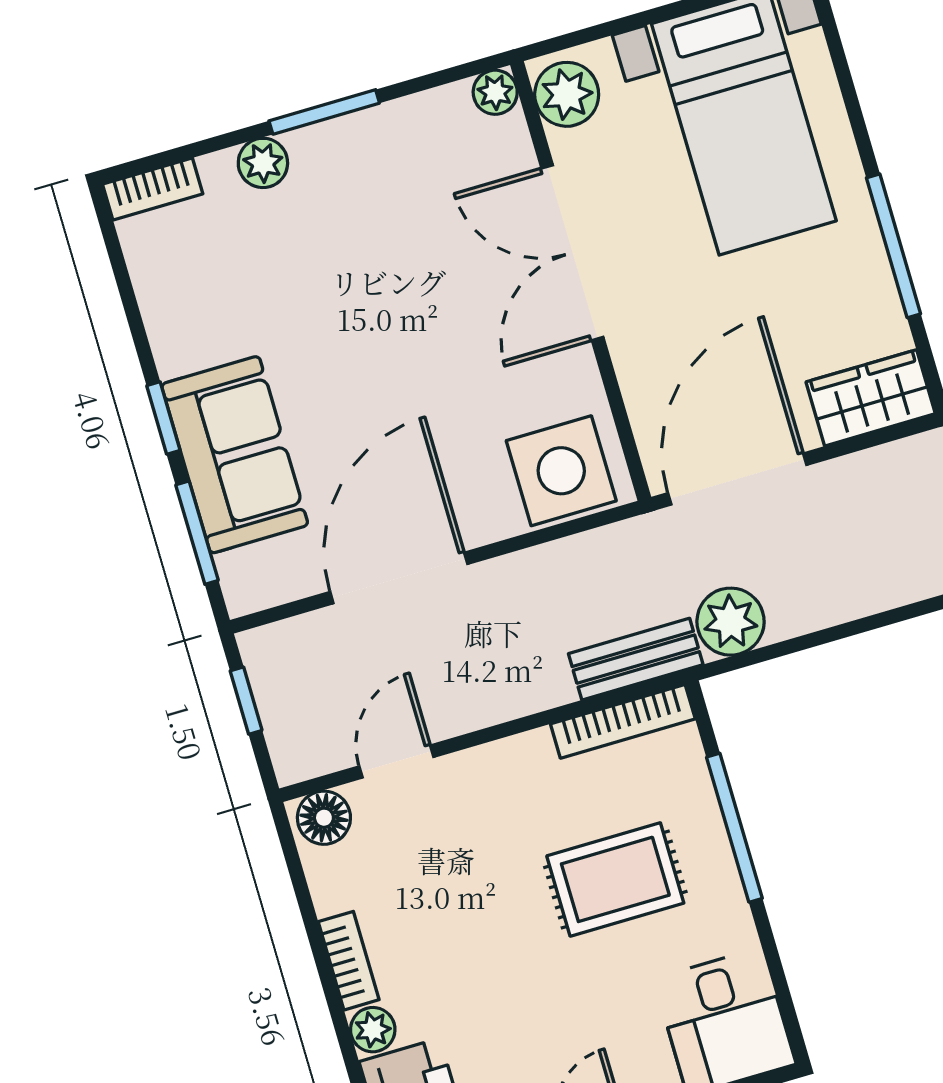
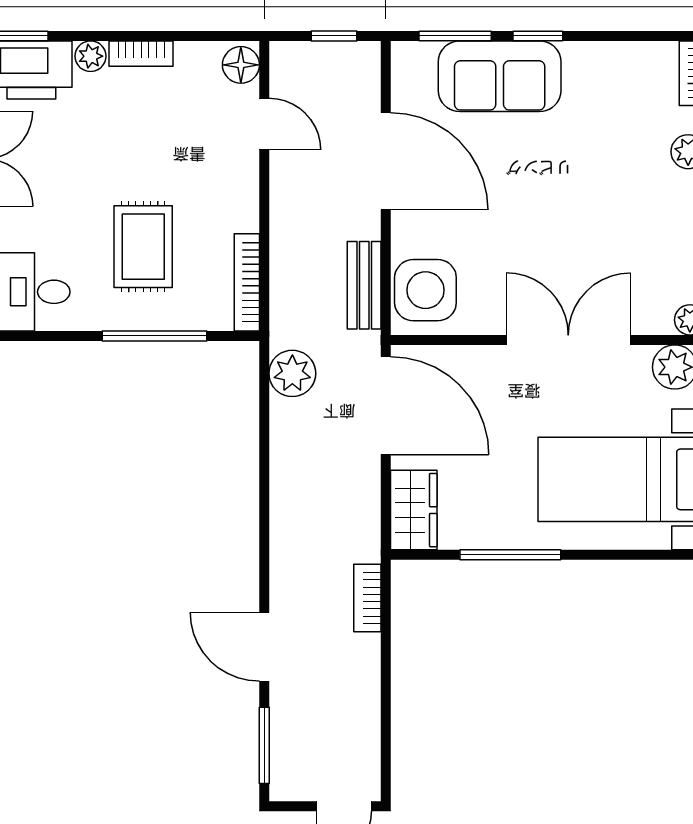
bench: (636, 659) -> (364, 285), moved

